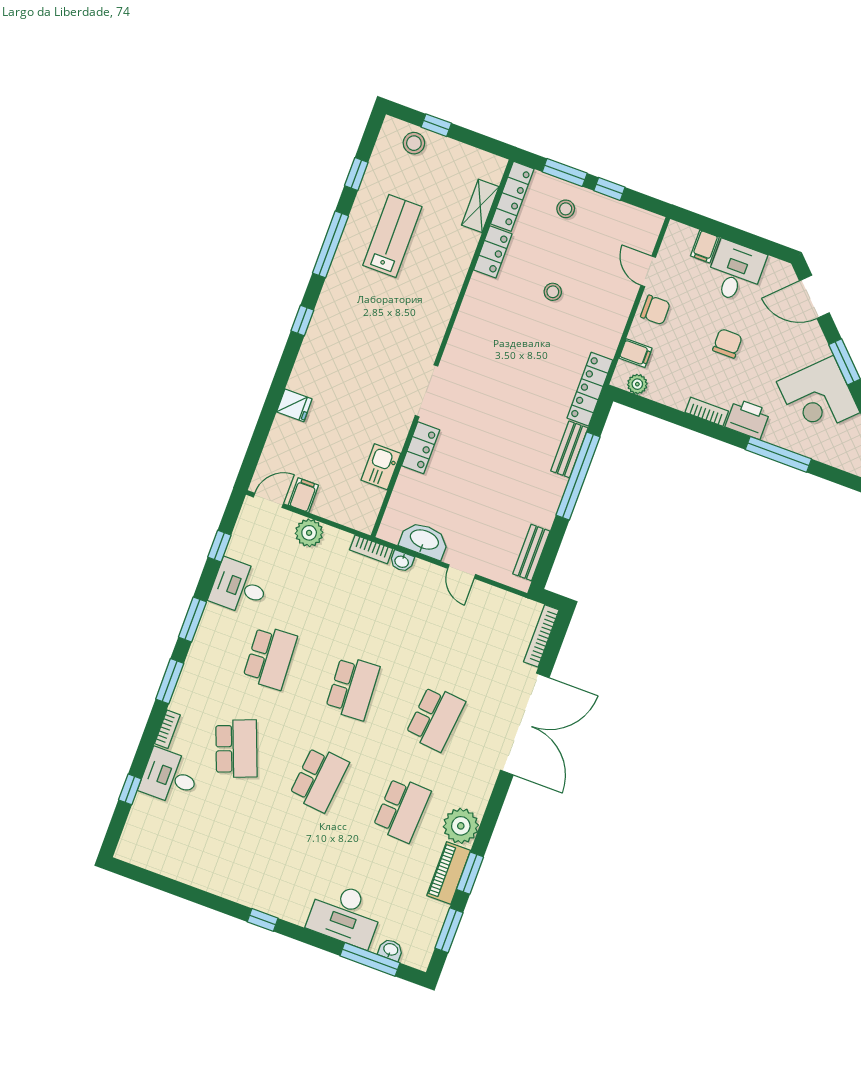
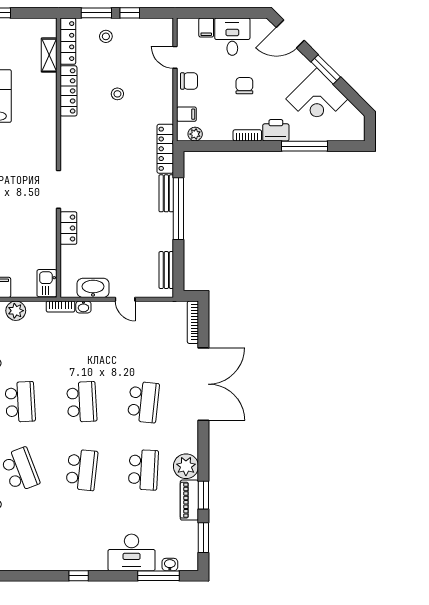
locker: (493, 252) -> (68, 91), width x1.53
kitchen sink: (381, 467) -> (47, 283), moved

